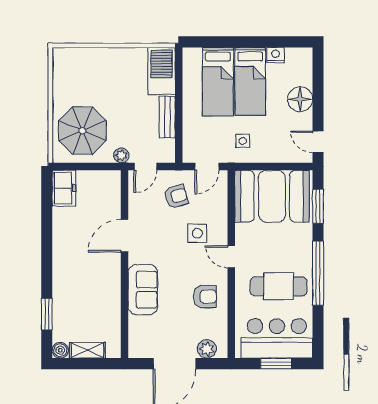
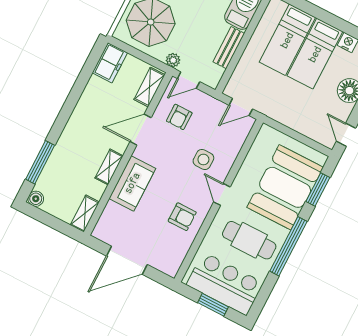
side table: (243, 141) -> (282, 101), removed
shelving: (112, 192) -> (149, 87), added
armchair: (176, 196) -> (179, 117), moved, turned 106
booth: (272, 196) -> (285, 187), moved, turned 90
shelving: (113, 285) -> (109, 167), added
window: (47, 314) -> (40, 162), width x1.44
plant: (207, 349) -> (161, 262), removed
shelving: (88, 350) -> (85, 214), moved, turned 90

